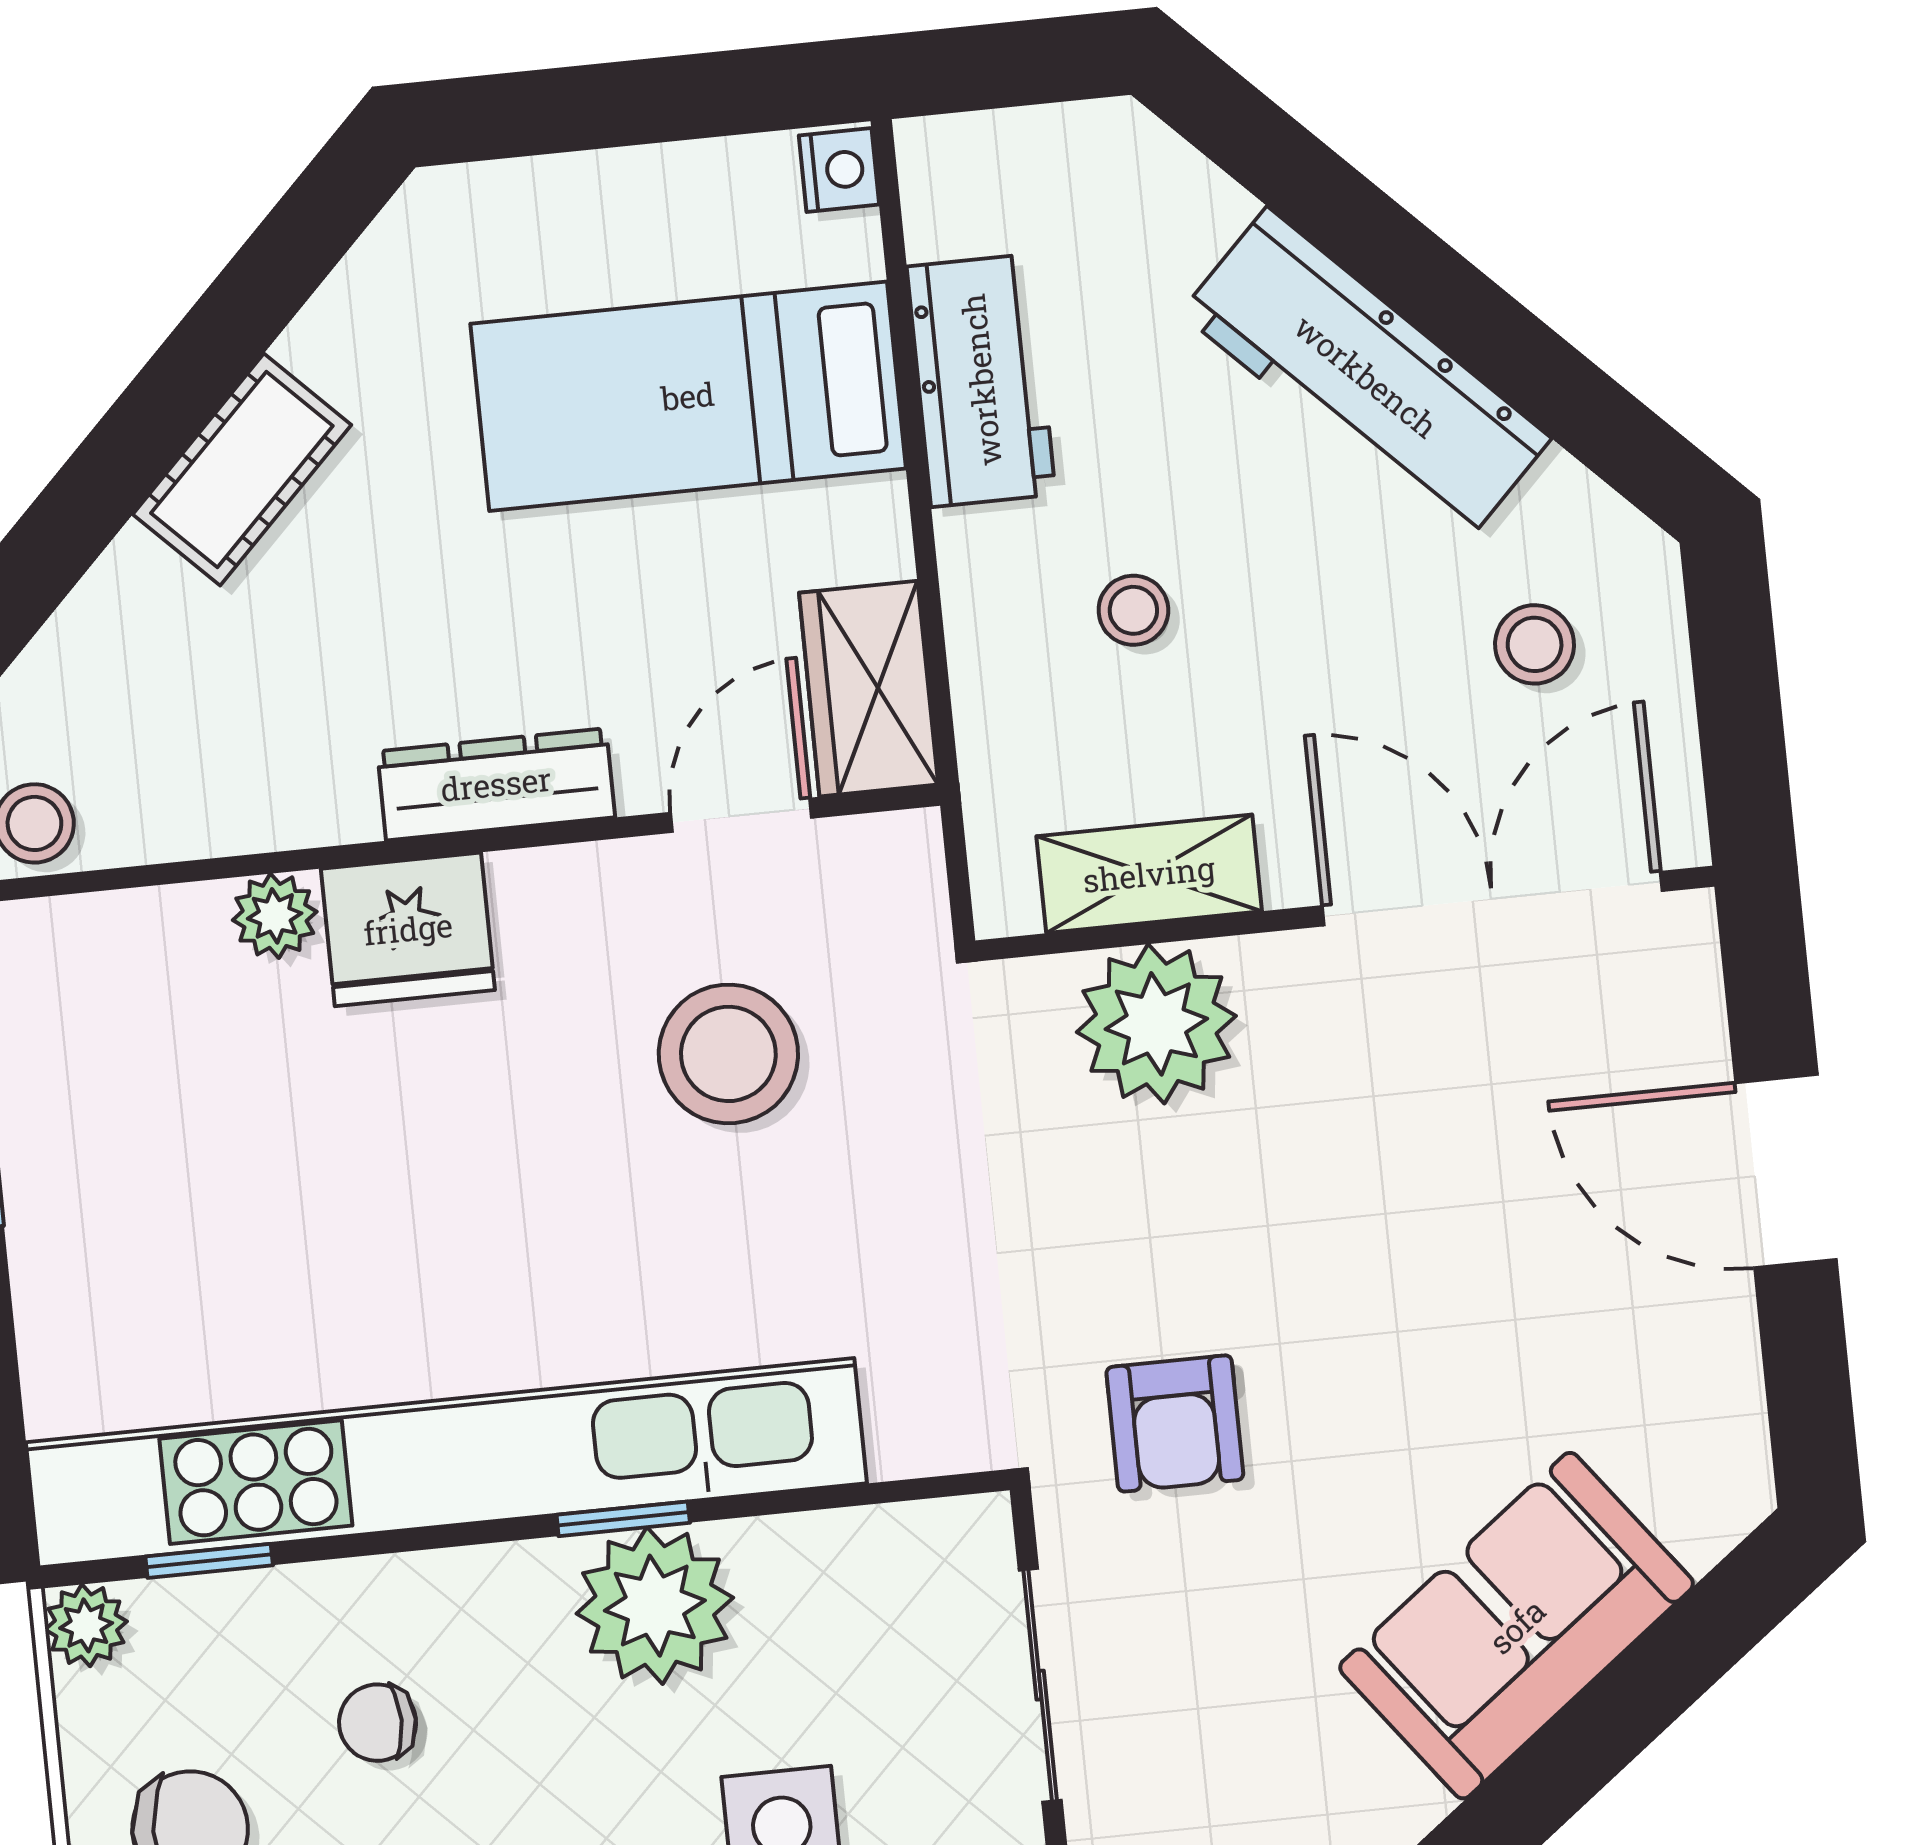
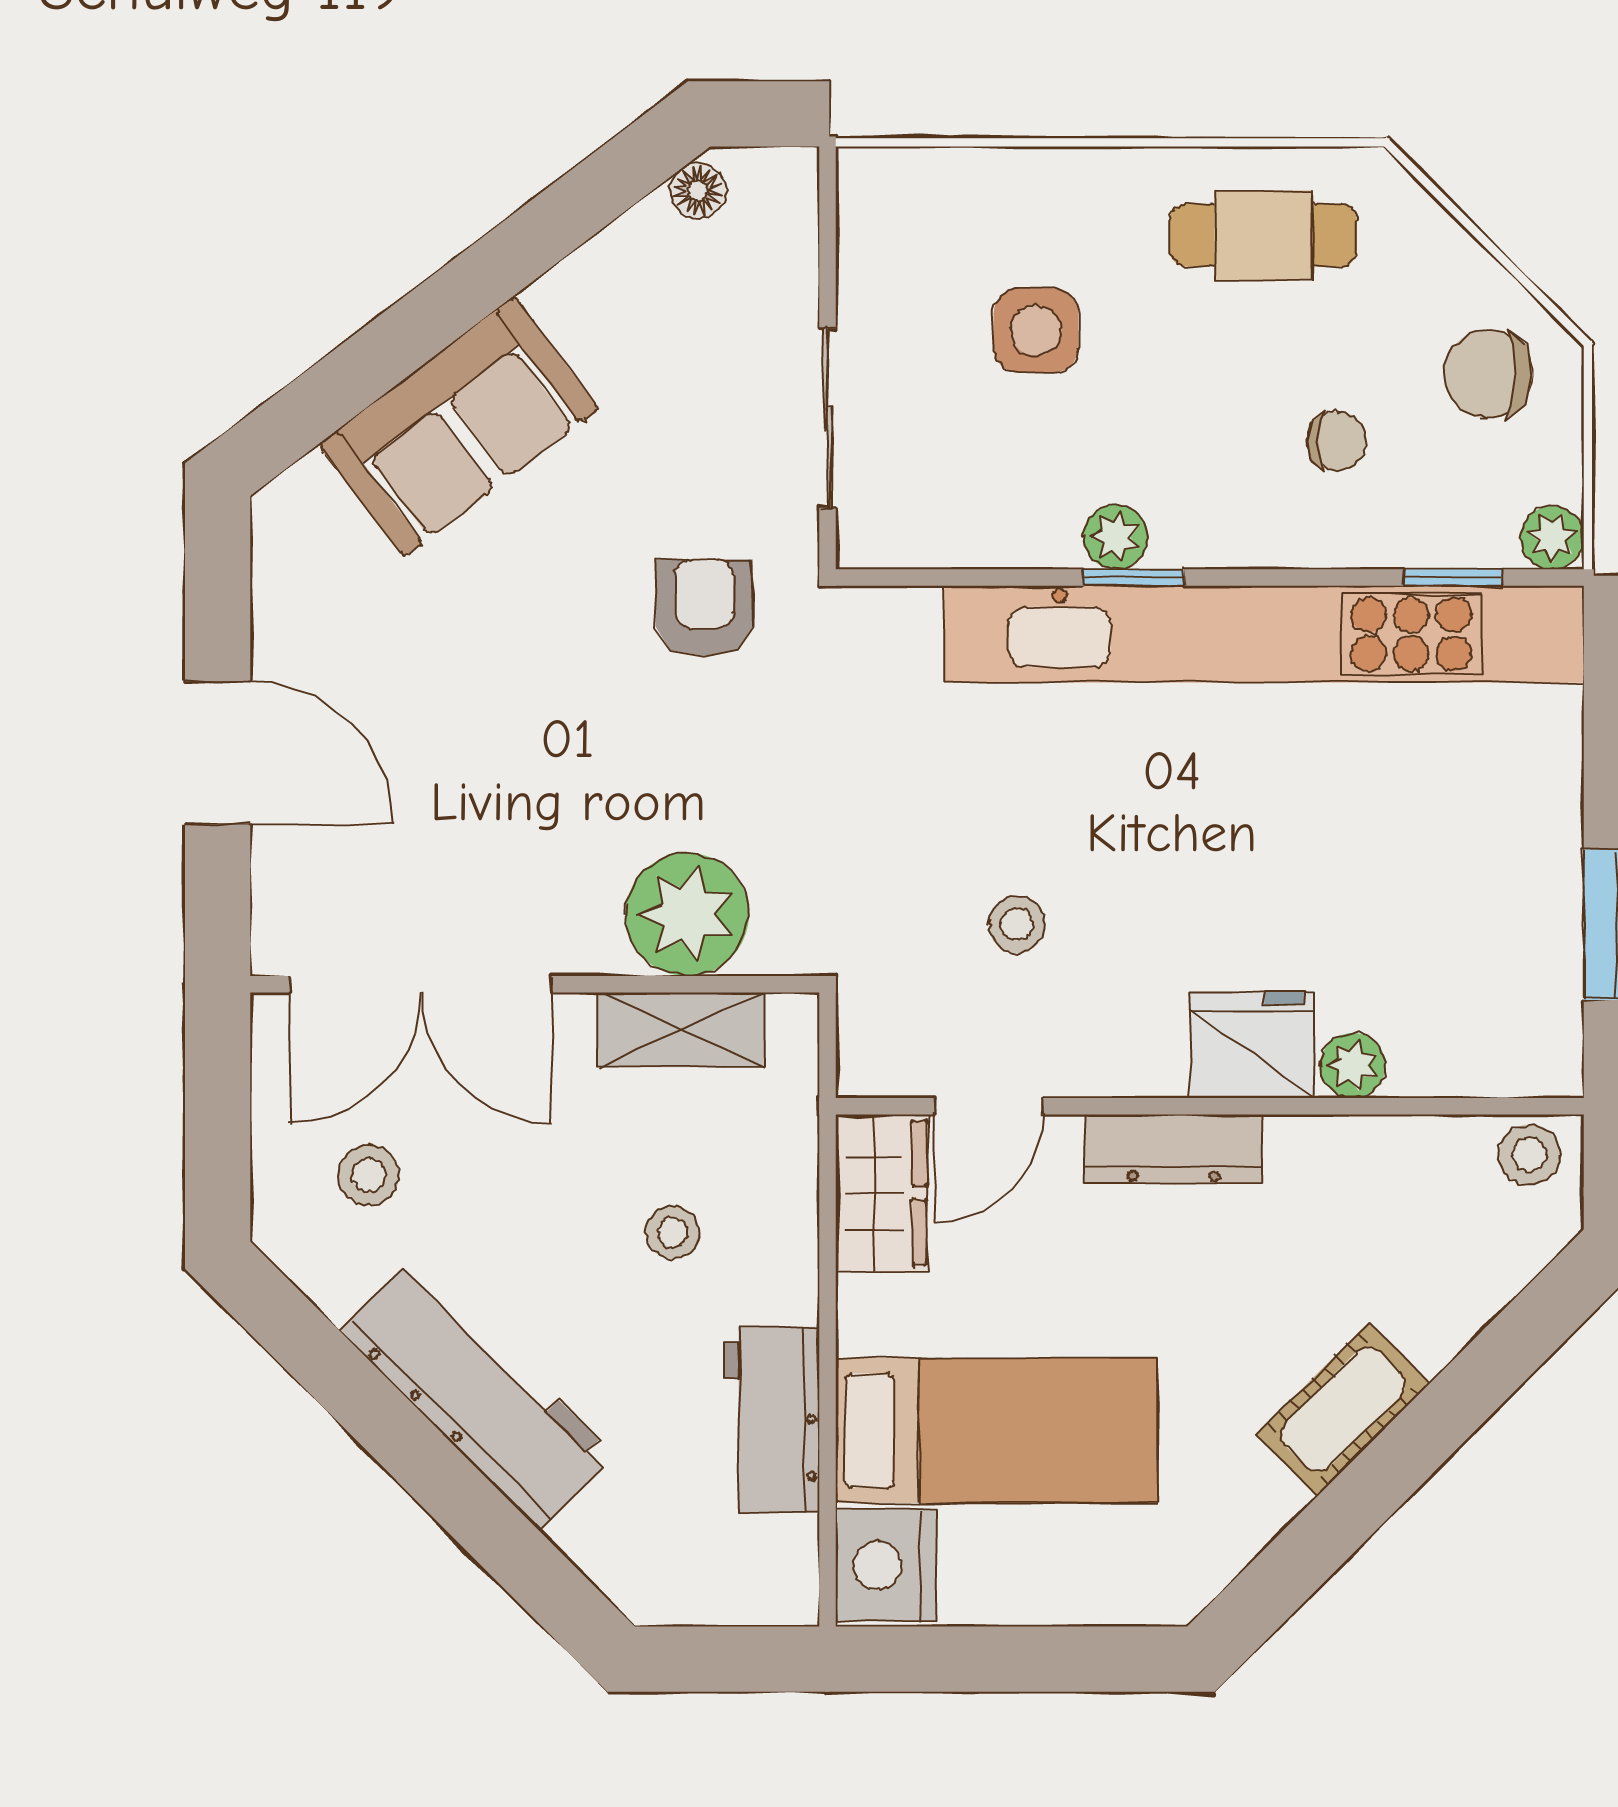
nightstand: (839, 170) -> (886, 1565), width x1.89, depth x1.79
stool: (728, 1054) -> (1017, 925), width x0.53, depth x0.53
plant: (655, 1606) -> (1116, 537), width x0.53, depth x0.53

